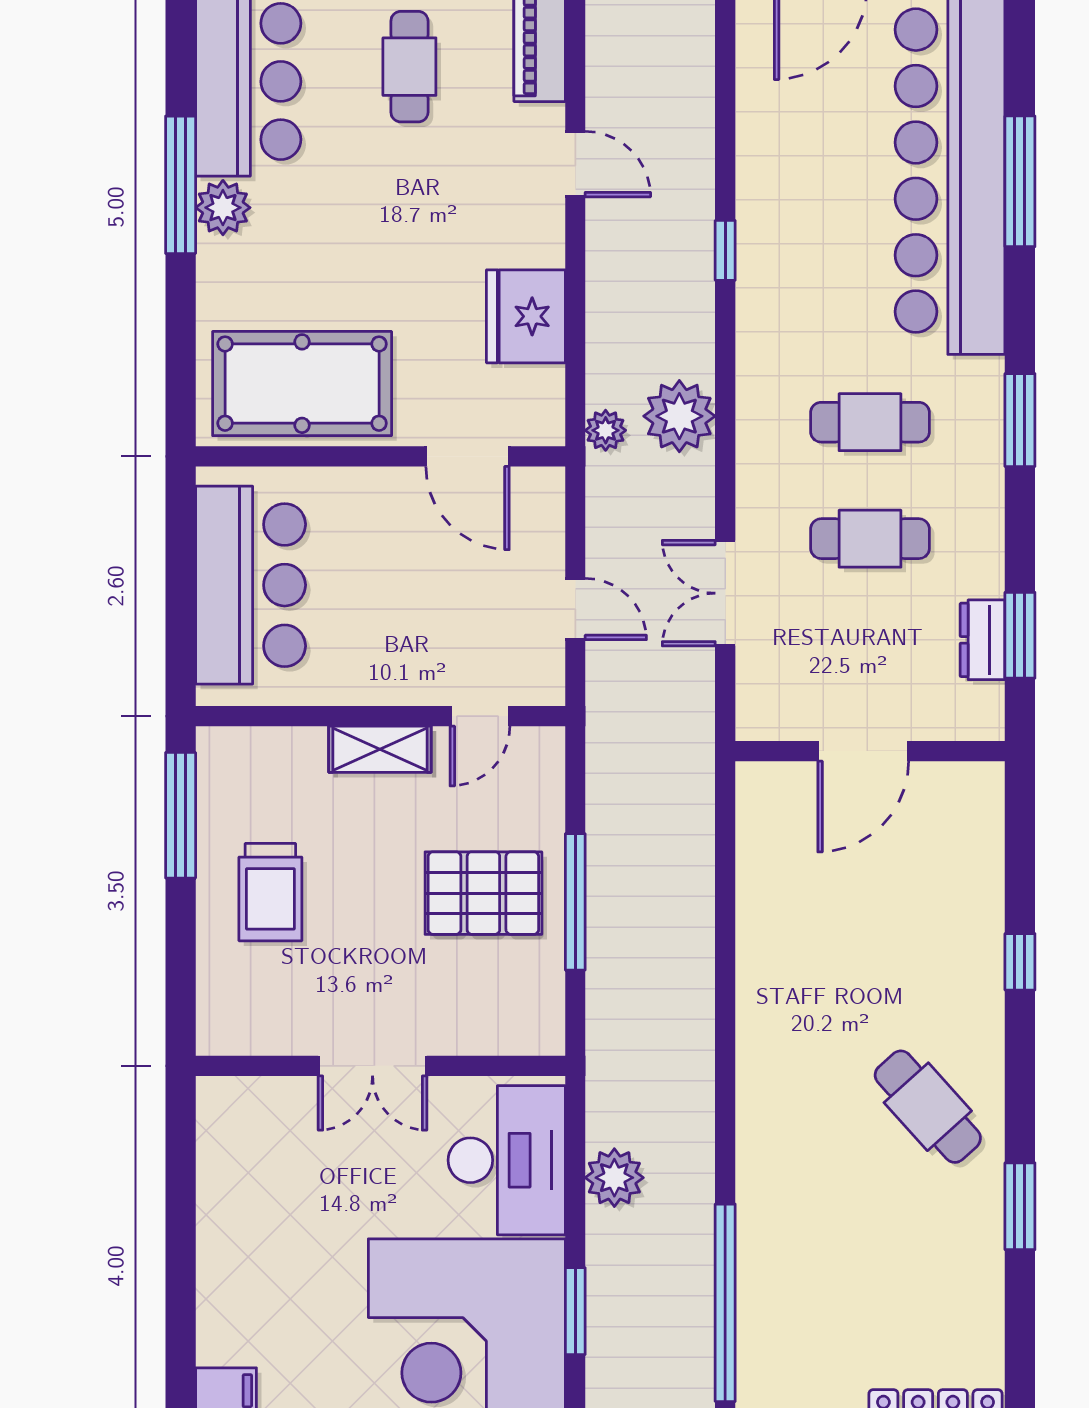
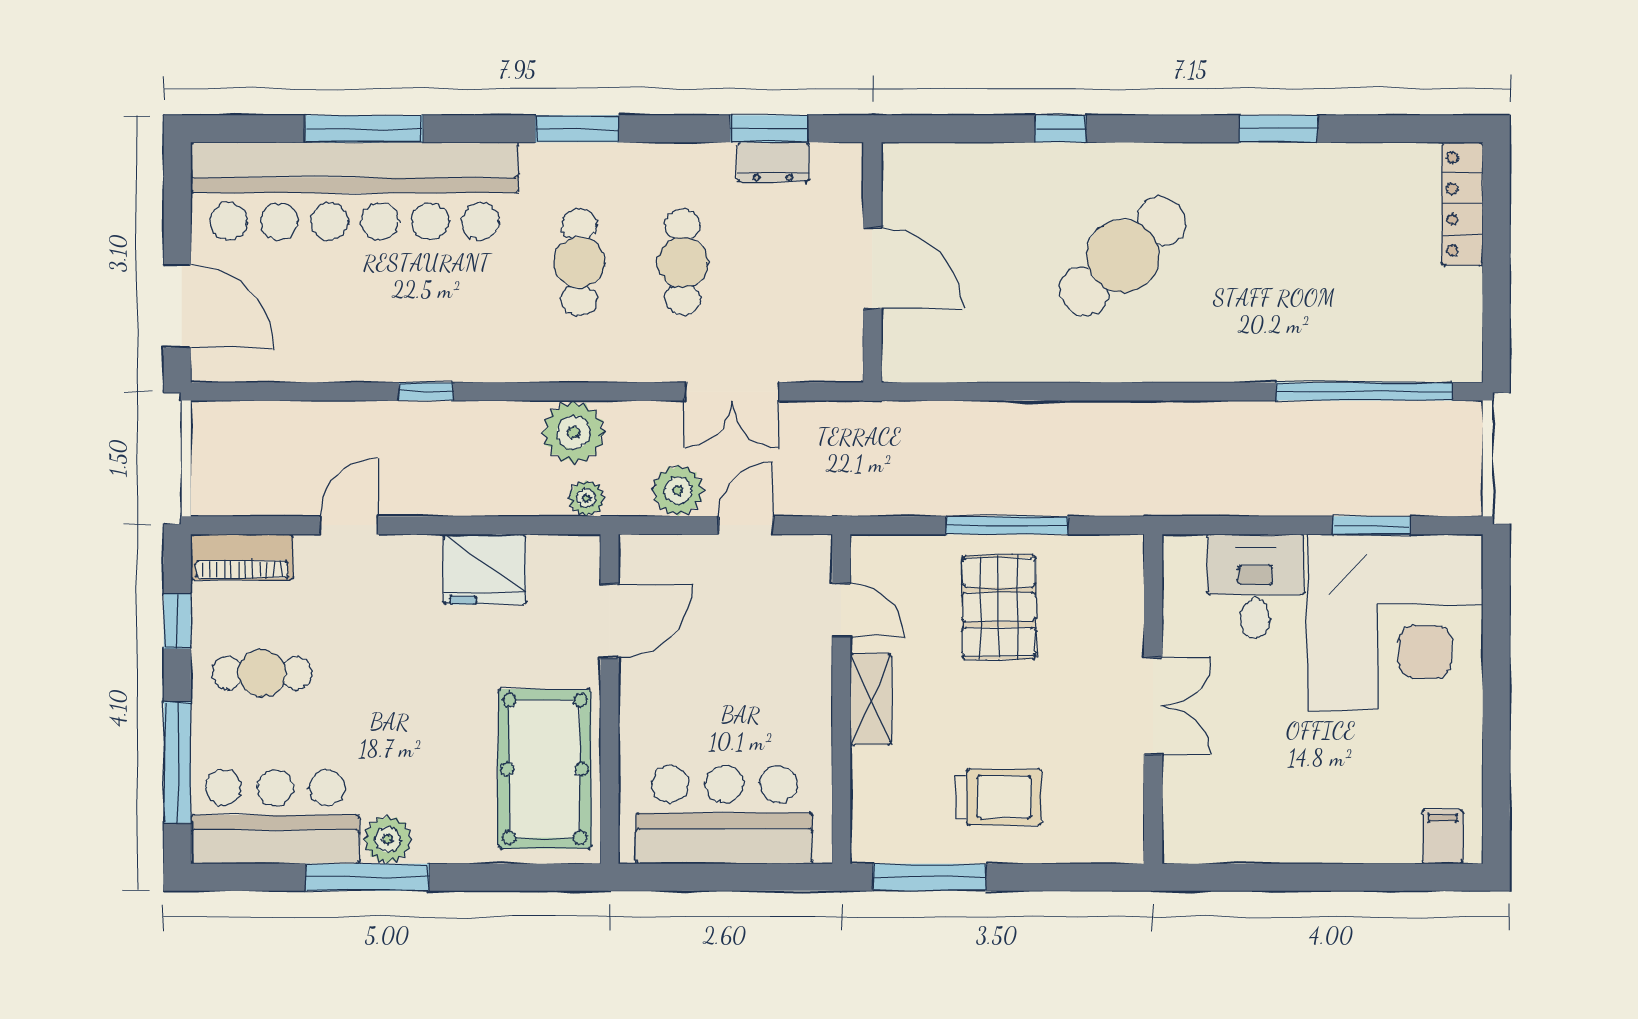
cafe table: (928, 1107) -> (1123, 256), moved, width x1.37, depth x1.35
desk: (507, 1160) -> (1255, 586), width x0.73
plant: (614, 1178) -> (678, 490), moved

